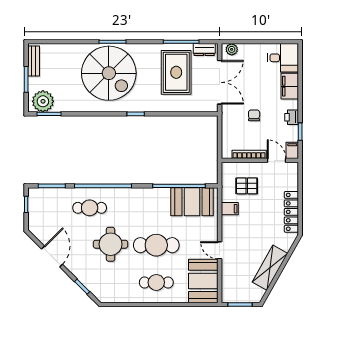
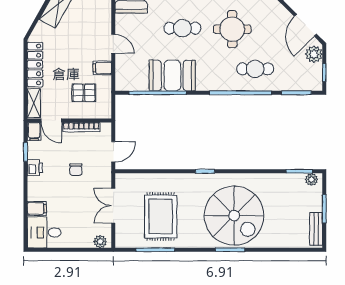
dresser: (204, 50) -> (130, 241), removed
spiral stairs: (109, 73) -> (234, 216), turned 180
double door: (220, 82) -> (113, 206), width x0.73
filing cabinet: (290, 86) -> (37, 209), width x0.50
plant: (43, 101) -> (311, 179), width x0.53, depth x0.53
door: (220, 132) -> (113, 152), added
shelving: (293, 176) -> (34, 103), added
booth: (192, 202) -> (172, 76), moved
plant: (36, 221) -> (314, 54), added
cafe table: (156, 245) -> (182, 28), width x0.73, depth x0.74
door: (220, 250) -> (113, 44), moved
door: (52, 257) -> (305, 25), moved

